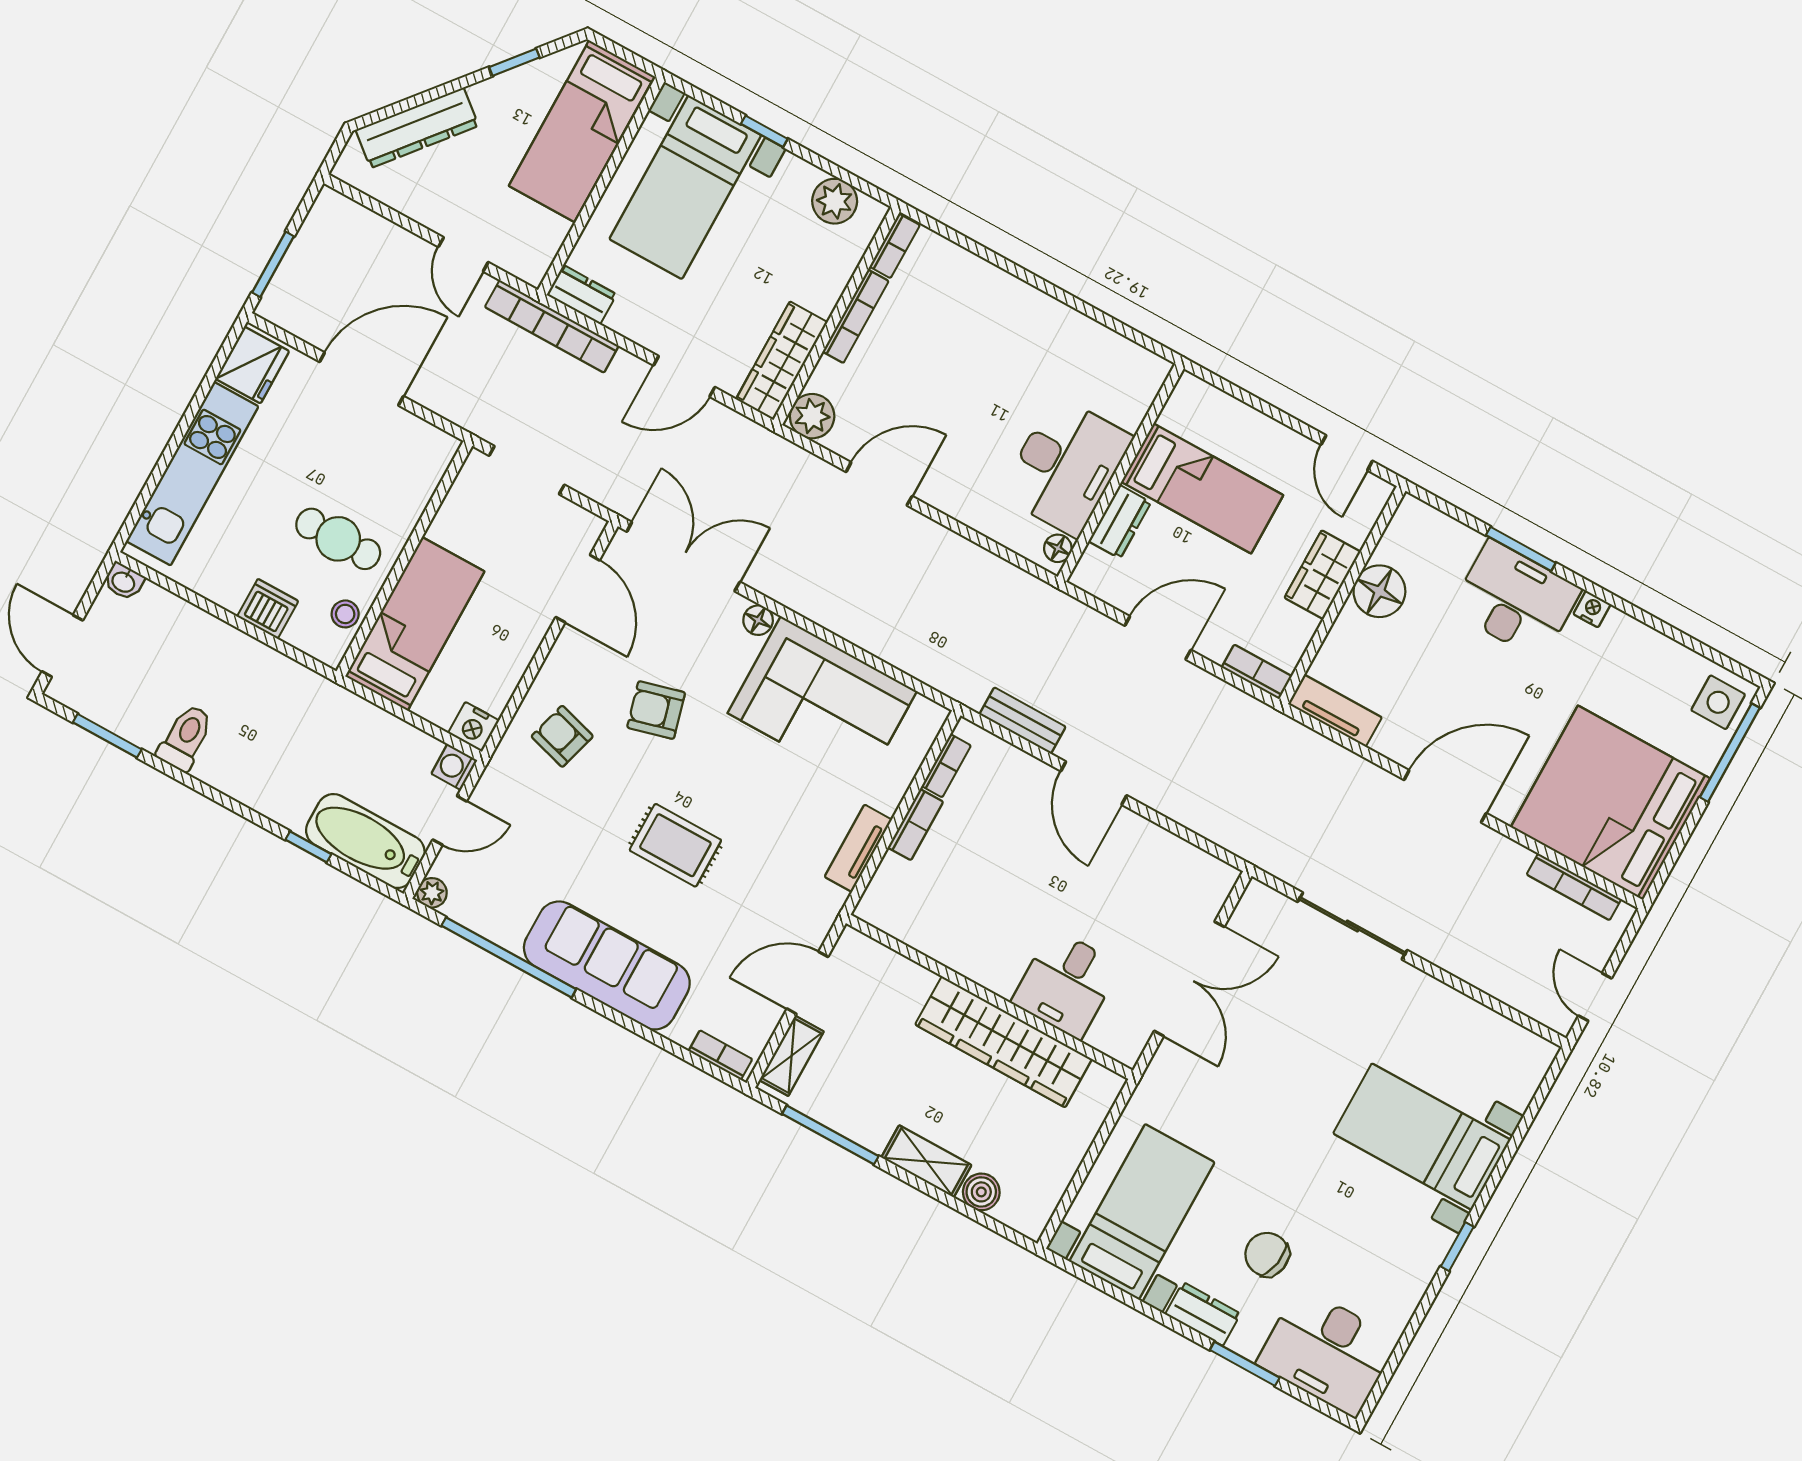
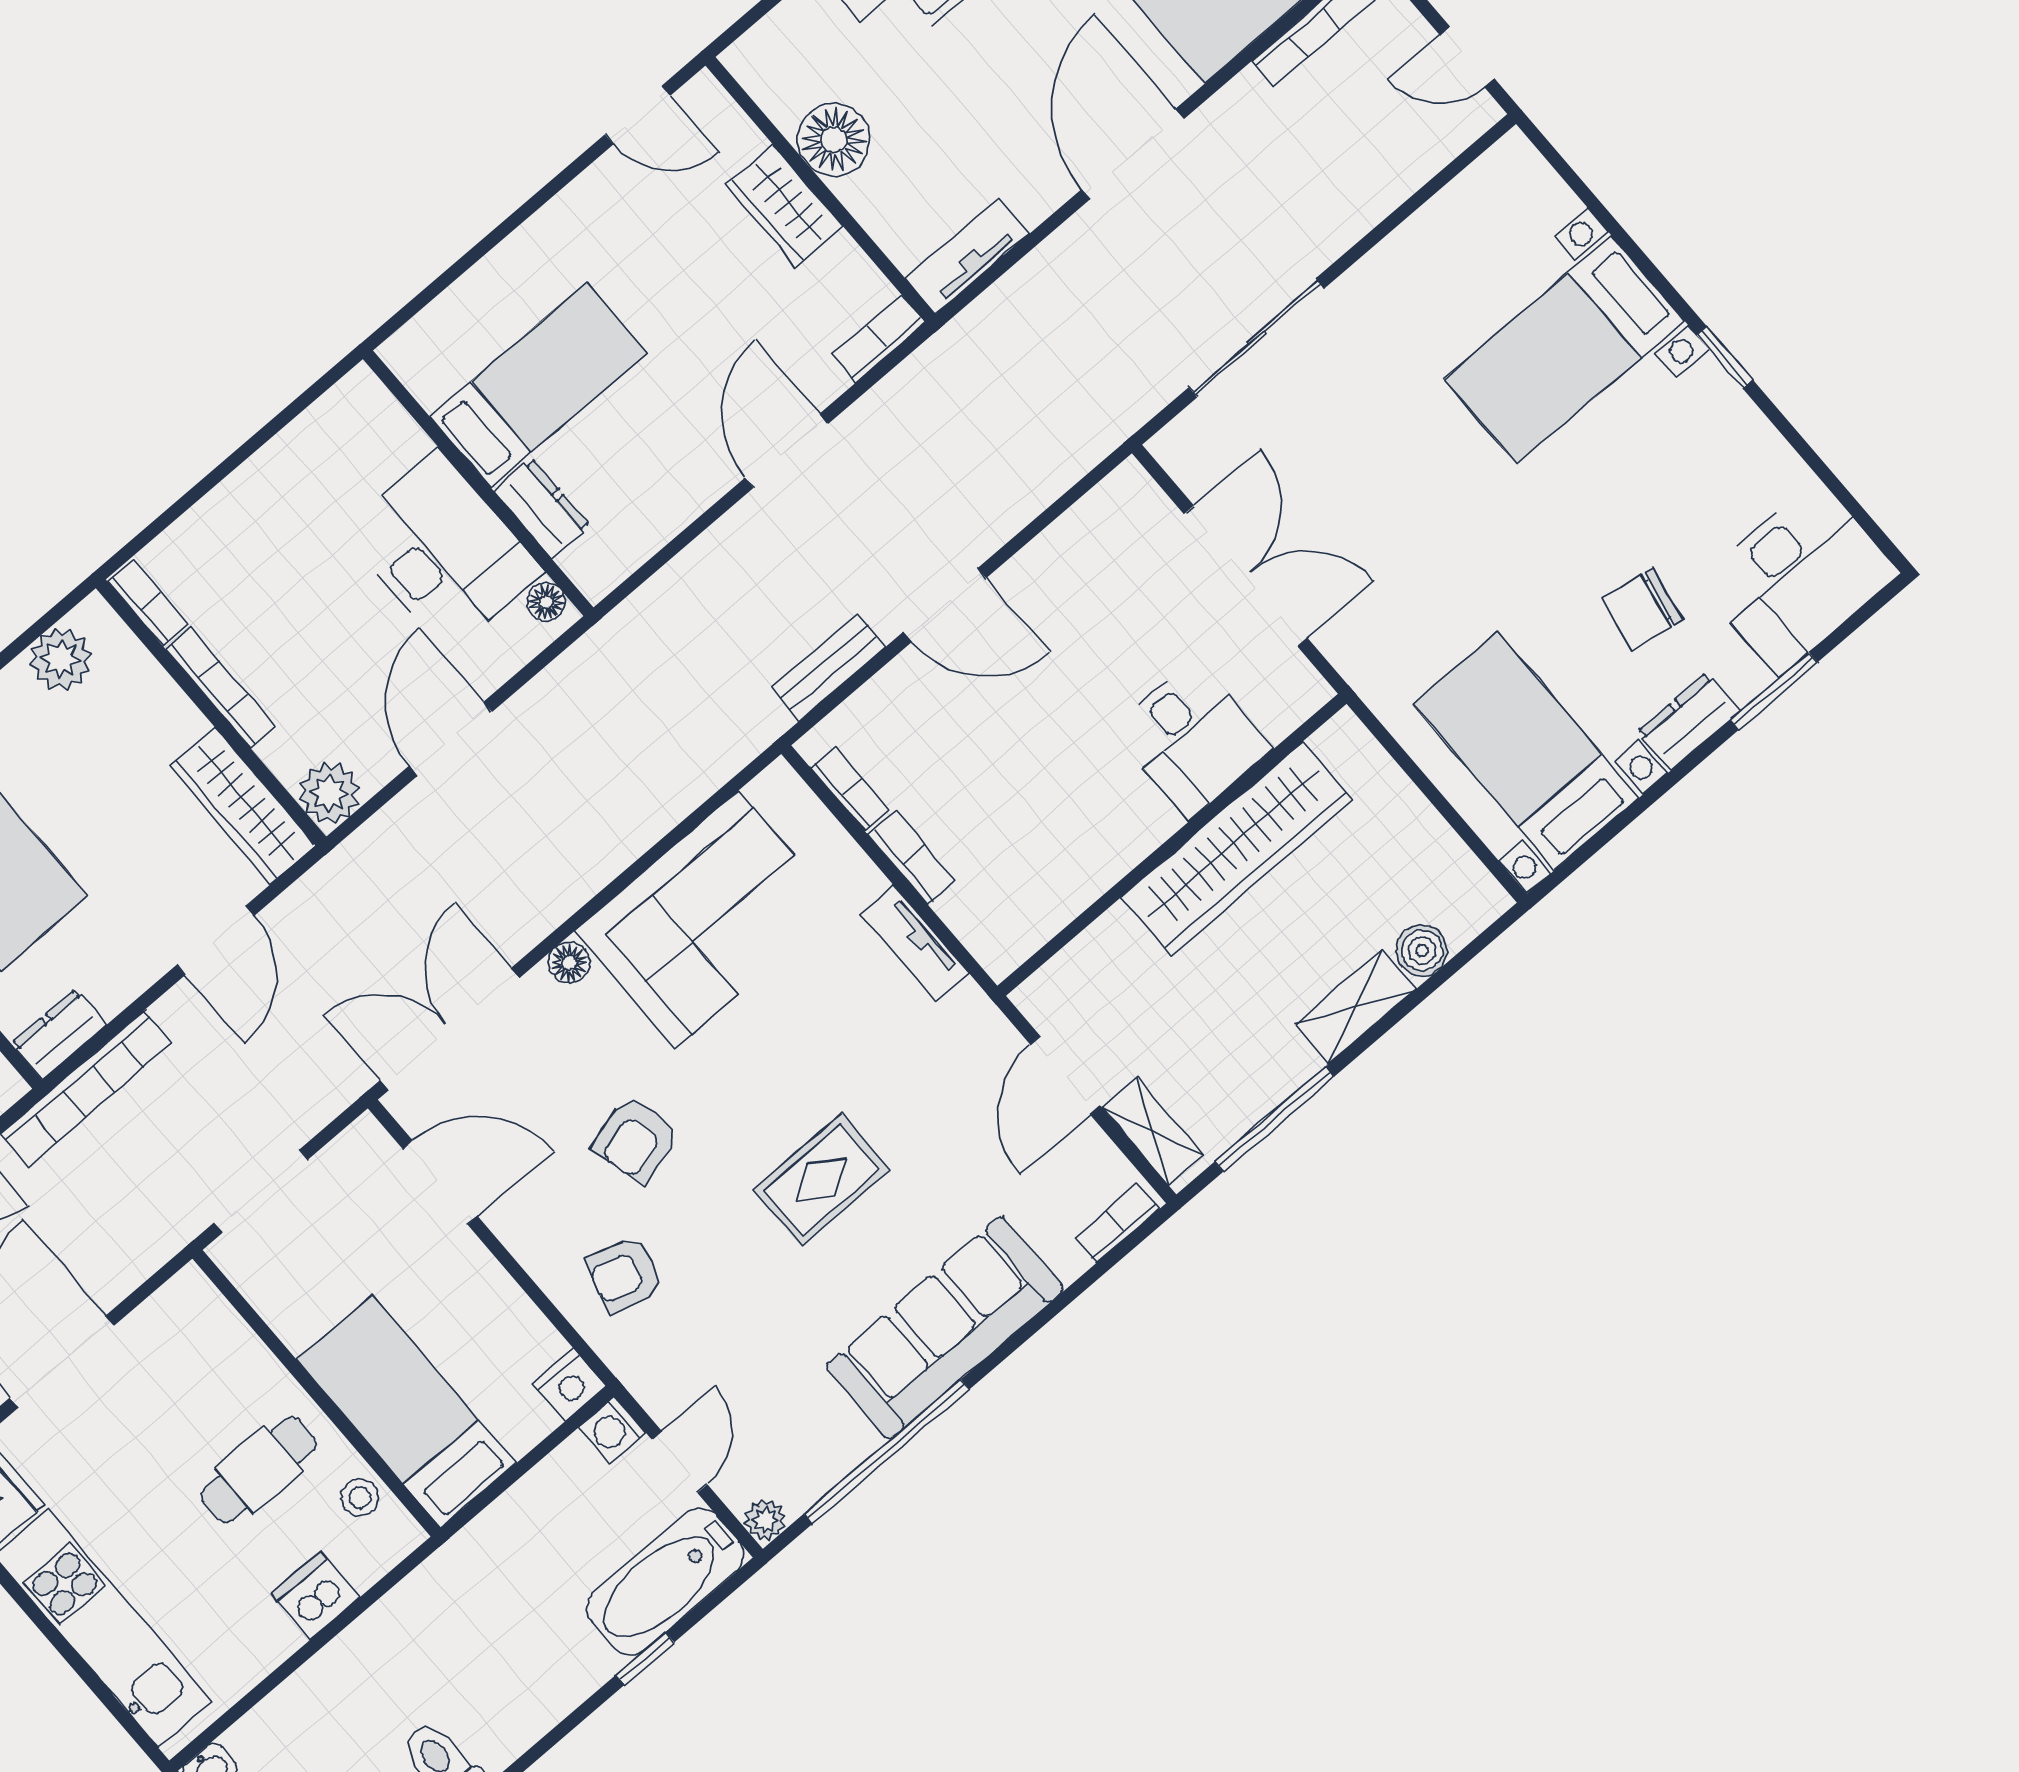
desk: (1066, 466) -> (443, 551), moved
wall: (1121, 473) -> (478, 483), moved
bed: (1202, 489) -> (539, 385), moved
dresser: (1120, 522) -> (542, 508), moved
floor lamp: (1058, 548) -> (546, 602), moved

